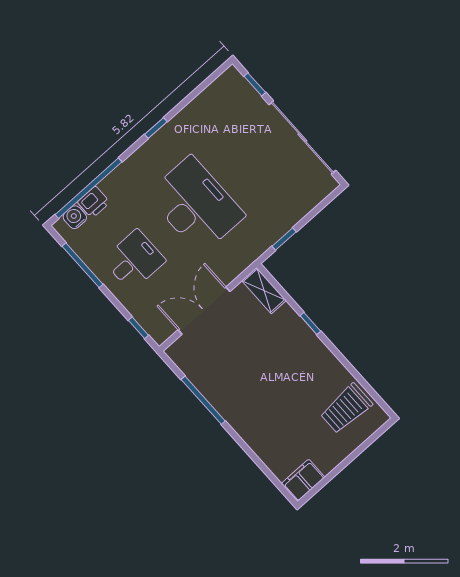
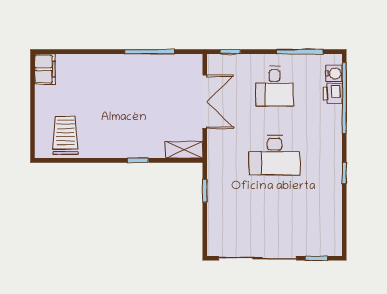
desk: (196, 205) -> (274, 155), width x0.73, depth x0.77

